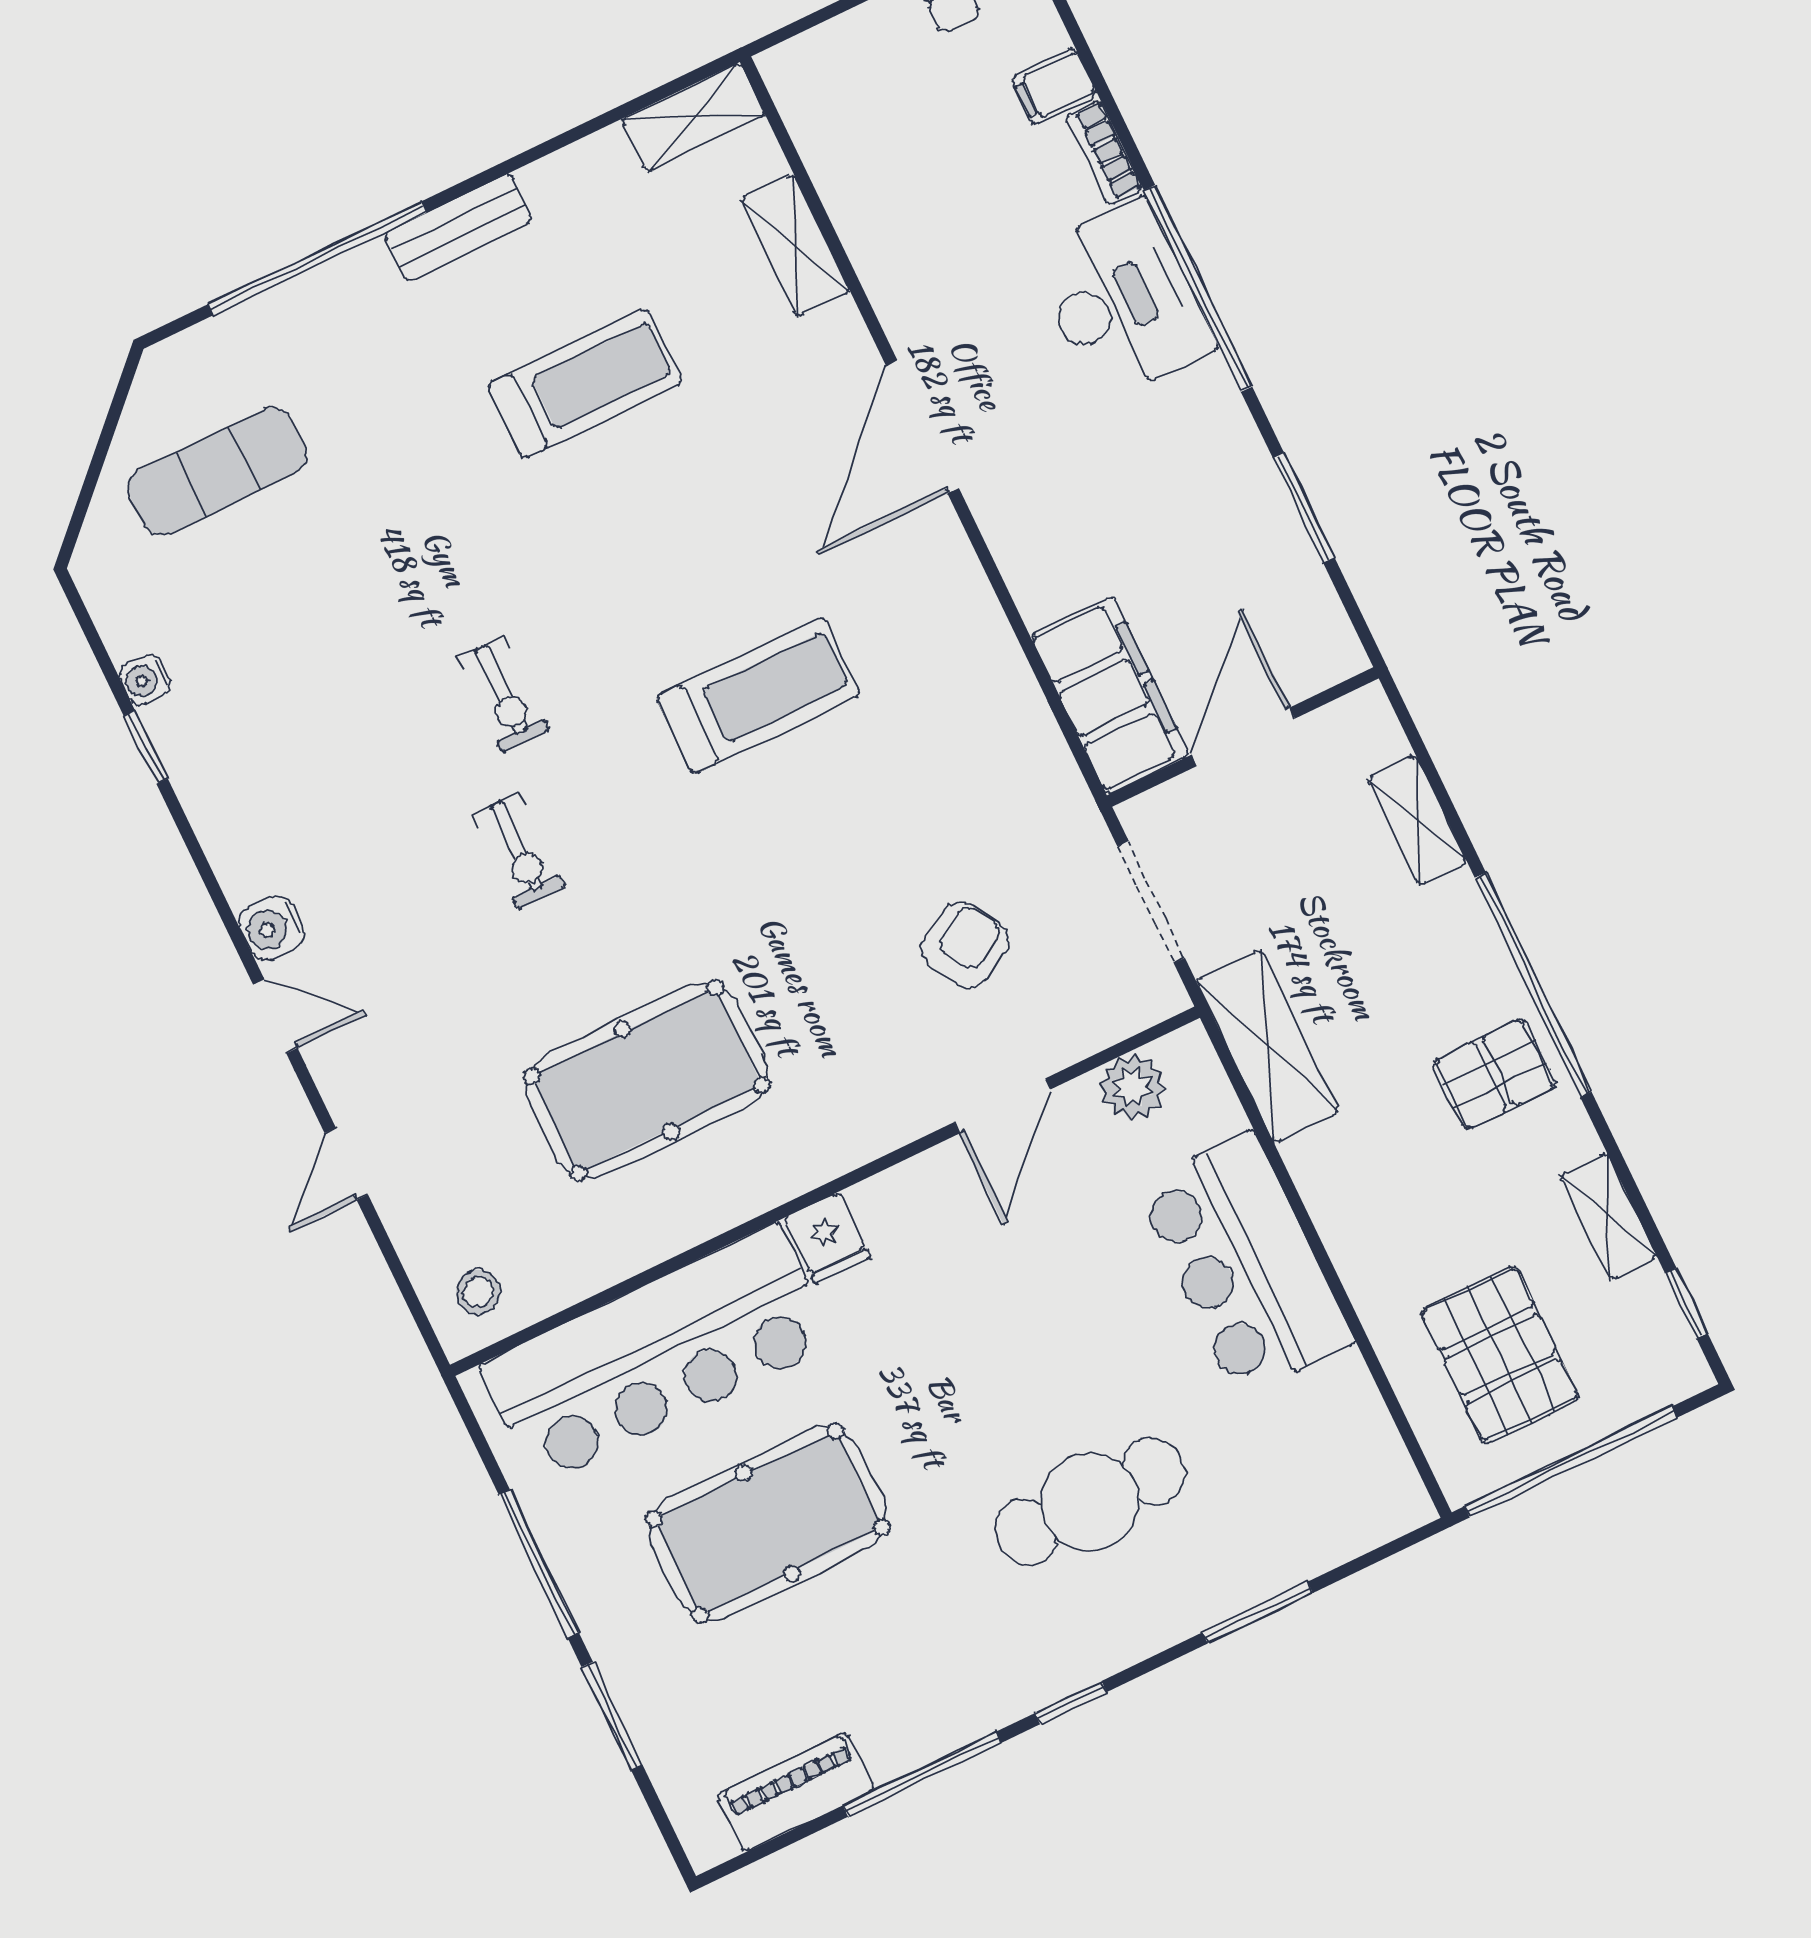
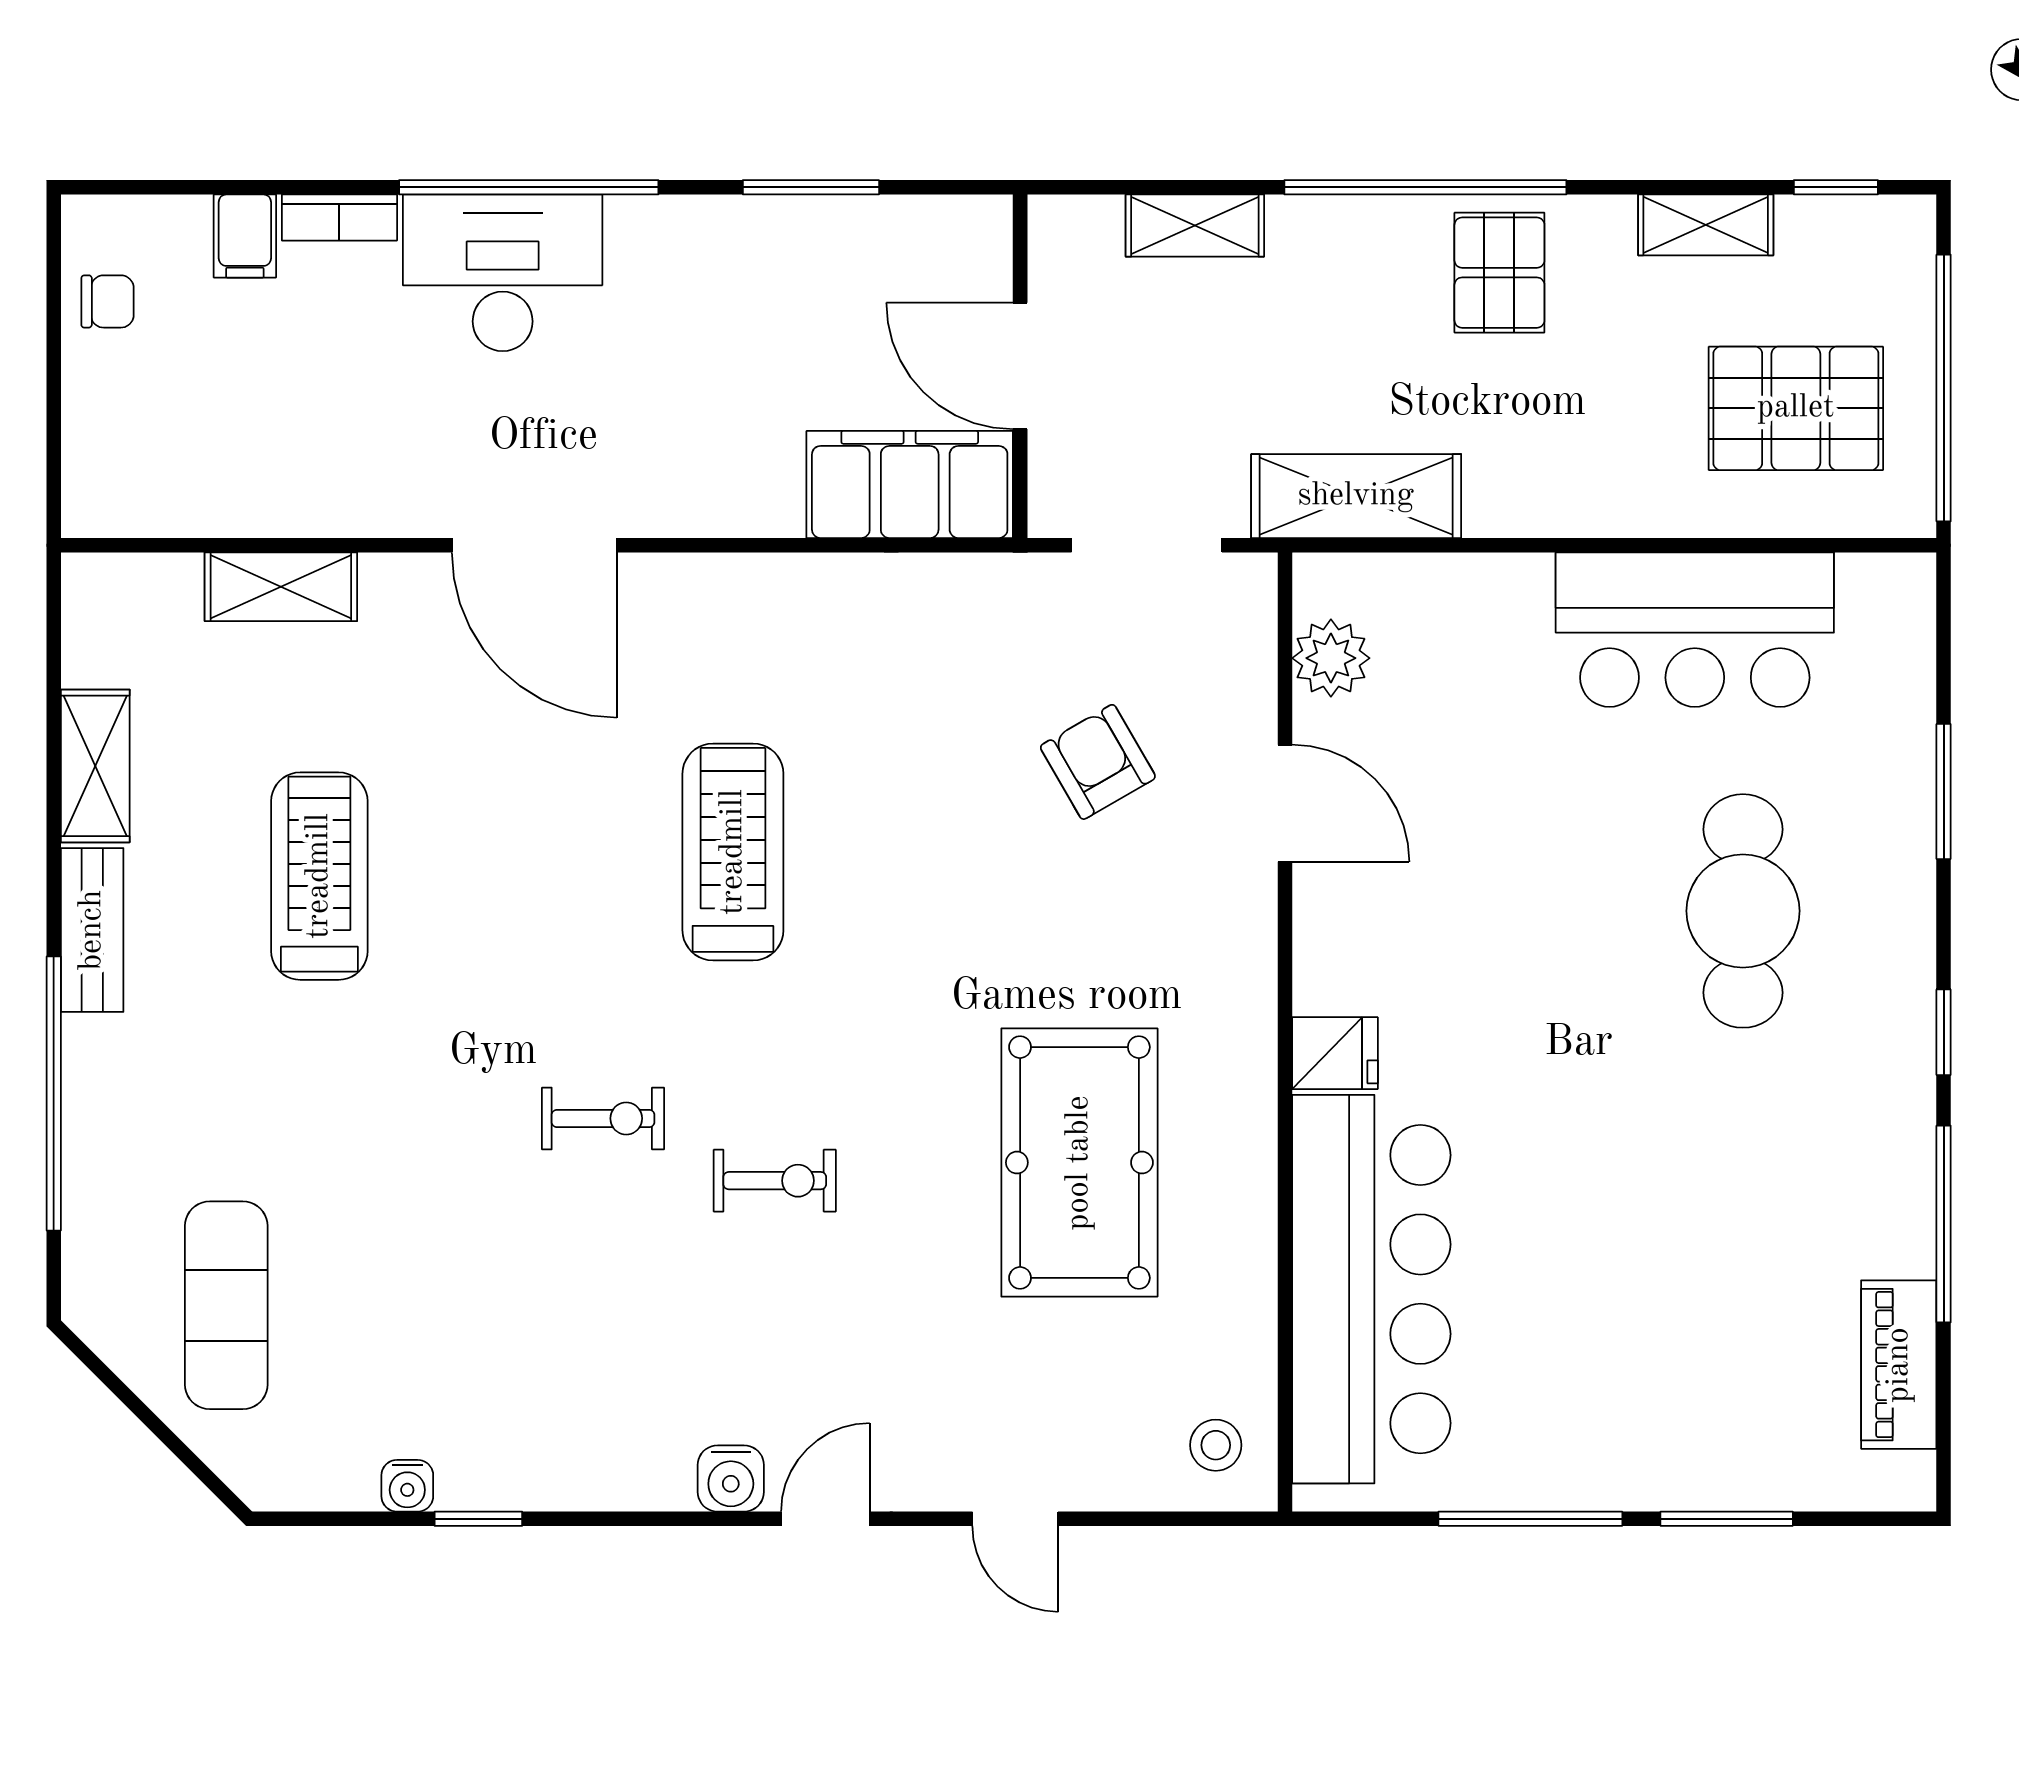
shelving: (693, 117) -> (95, 766), moved
bar counter: (1245, 1265) -> (1695, 630), moved
pool table: (768, 1523) -> (1604, 1259), removed

